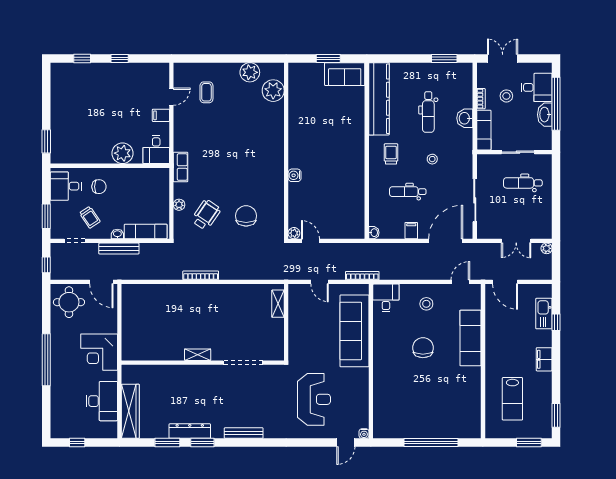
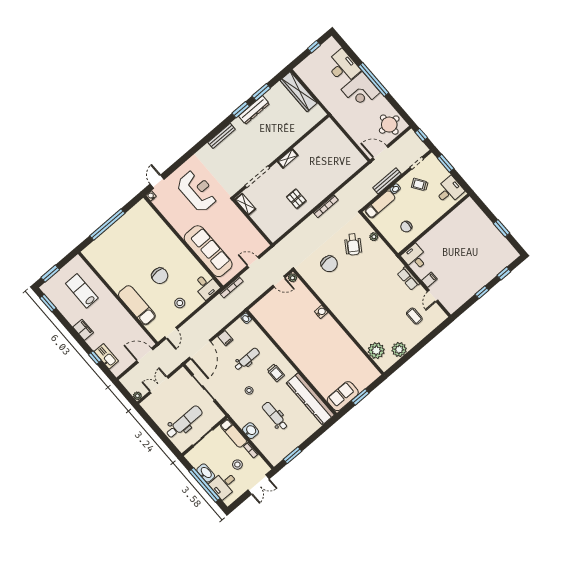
window: (46, 141) -> (501, 228), moved
plant: (123, 153) -> (433, 238), removed
row of seats: (181, 167) -> (408, 279), moved
dental chair: (523, 183) -> (184, 422), width x1.36, depth x1.38
chair: (99, 187) -> (406, 227), moved
shelving: (278, 304) -> (245, 204), moved
pallet: (223, 308) -> (296, 199), added
corner desk: (99, 352) -> (361, 91), moved, turned 180
reception desk: (314, 399) -> (197, 191), turned 180
desk: (102, 401) -> (343, 67), moved, turned 180

